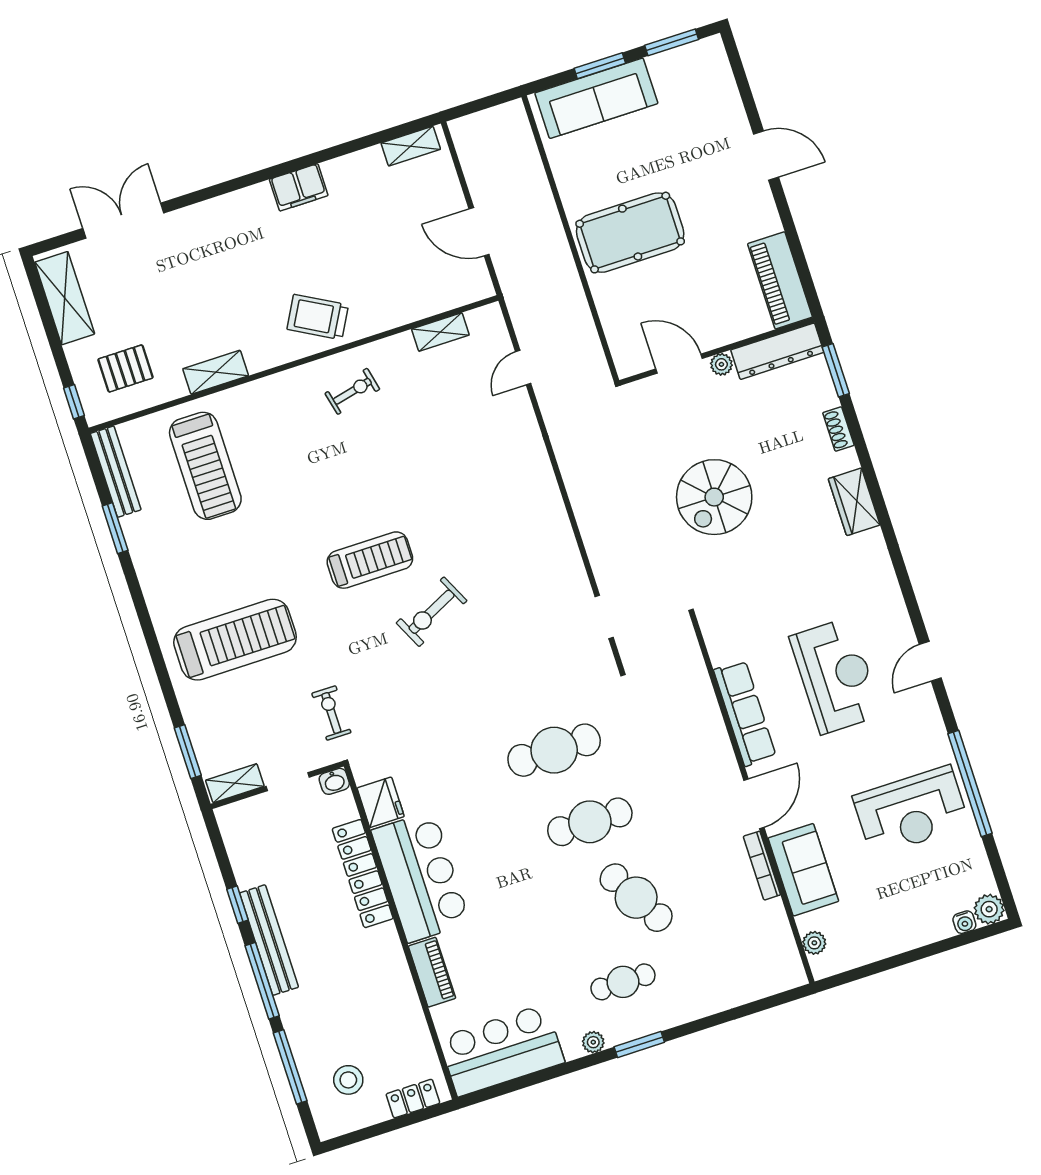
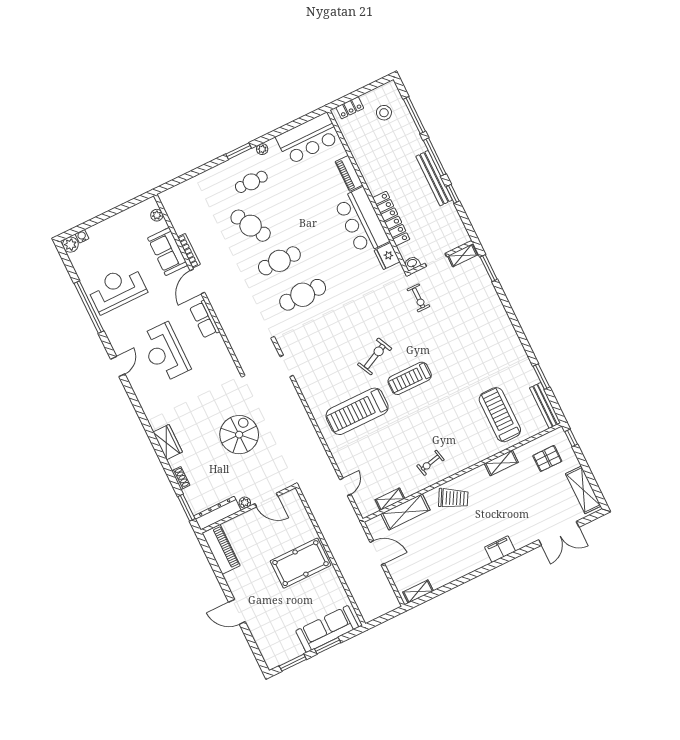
filing cabinet: (299, 187) -> (500, 549), moved
shelving: (414, 303) -> (405, 512), added
treadmill: (235, 640) -> (357, 411), moved
row of seats: (745, 713) -> (205, 319), width x0.68

